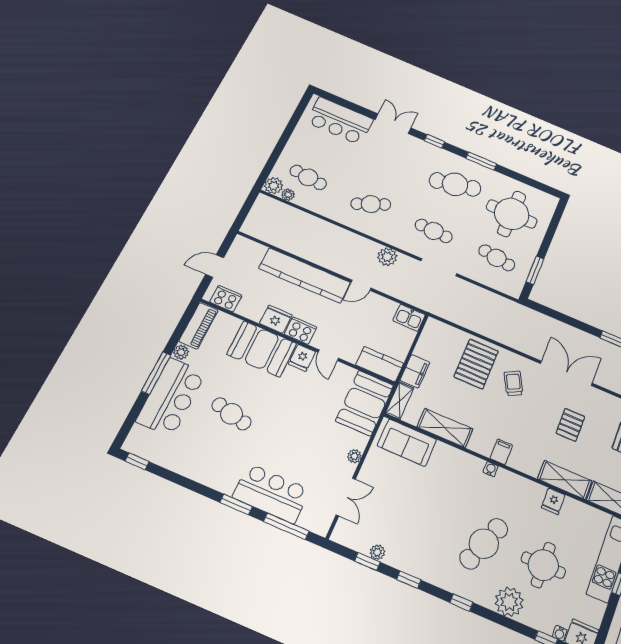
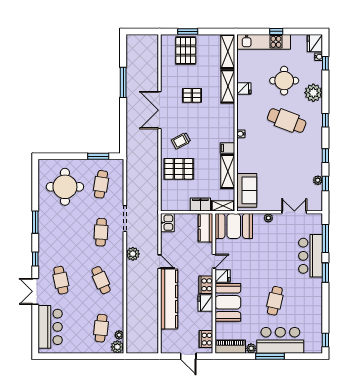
cafe table: (455, 184) -> (61, 280), moved, width x0.73, depth x0.74
filing cabinet: (501, 452) -> (227, 148), moved

